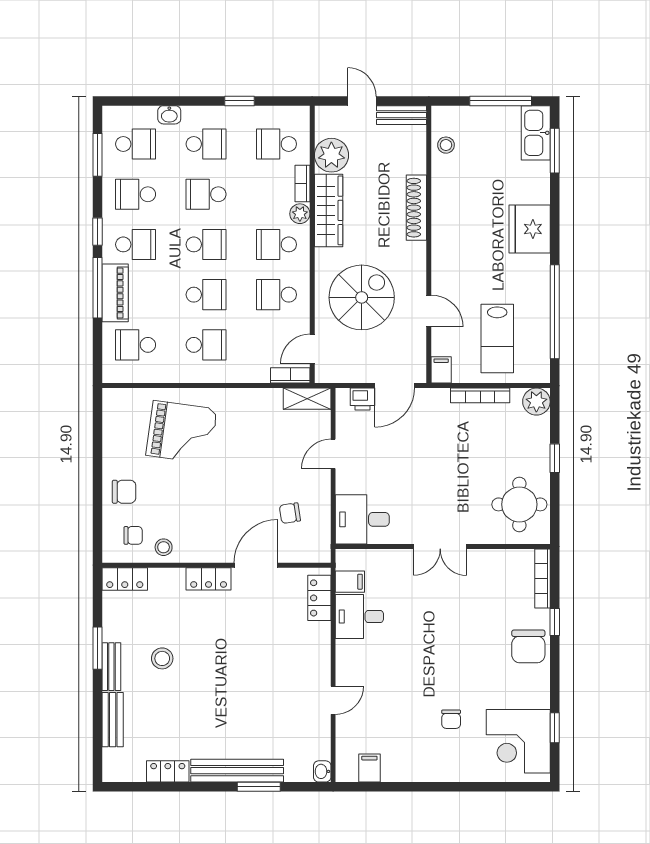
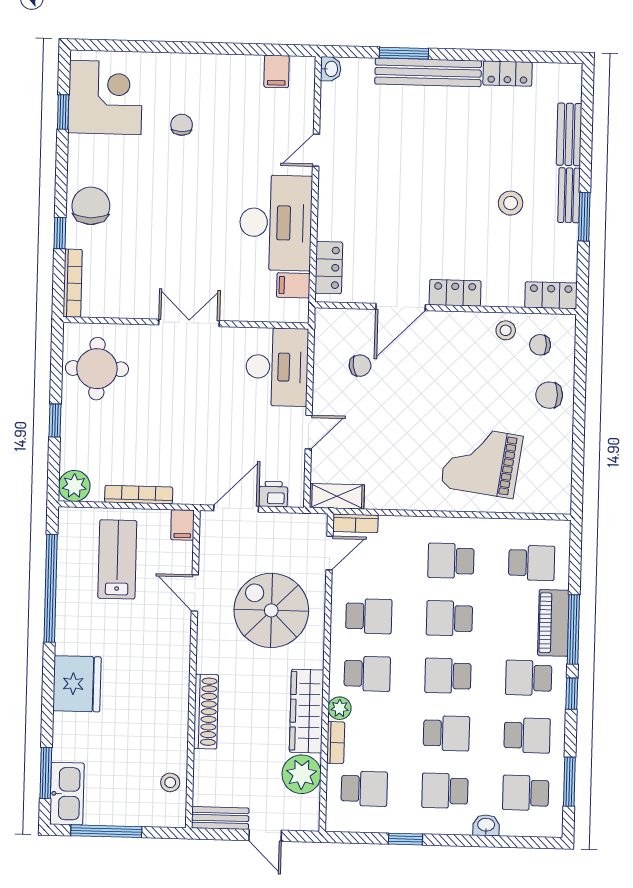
spiral stairs: (362, 297) -> (271, 610), turned 90
desk: (362, 519) -> (277, 367), width x1.37
desk: (359, 617) -> (276, 223), width x1.87, depth x1.30

